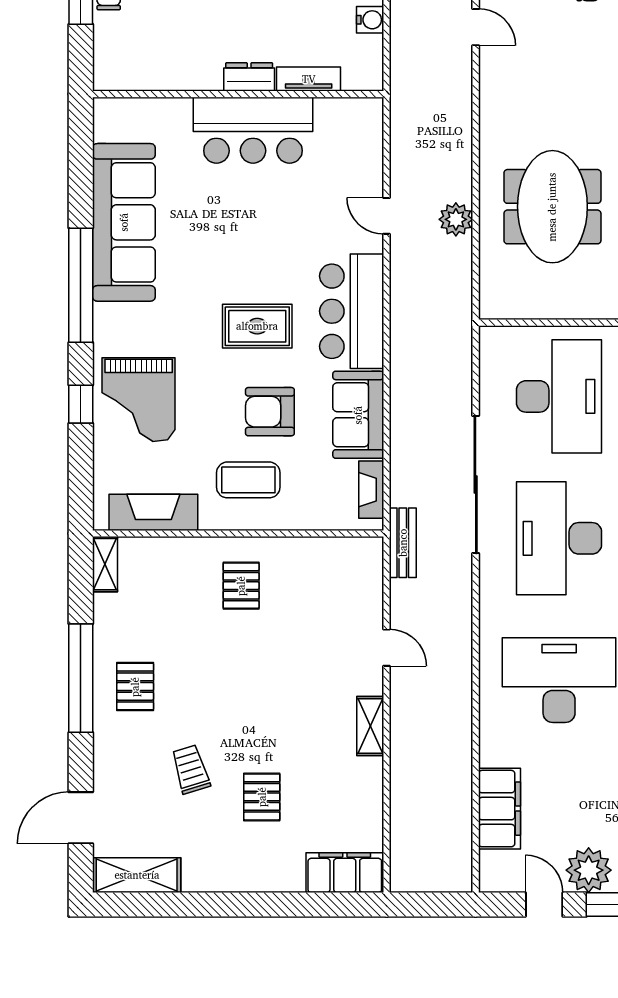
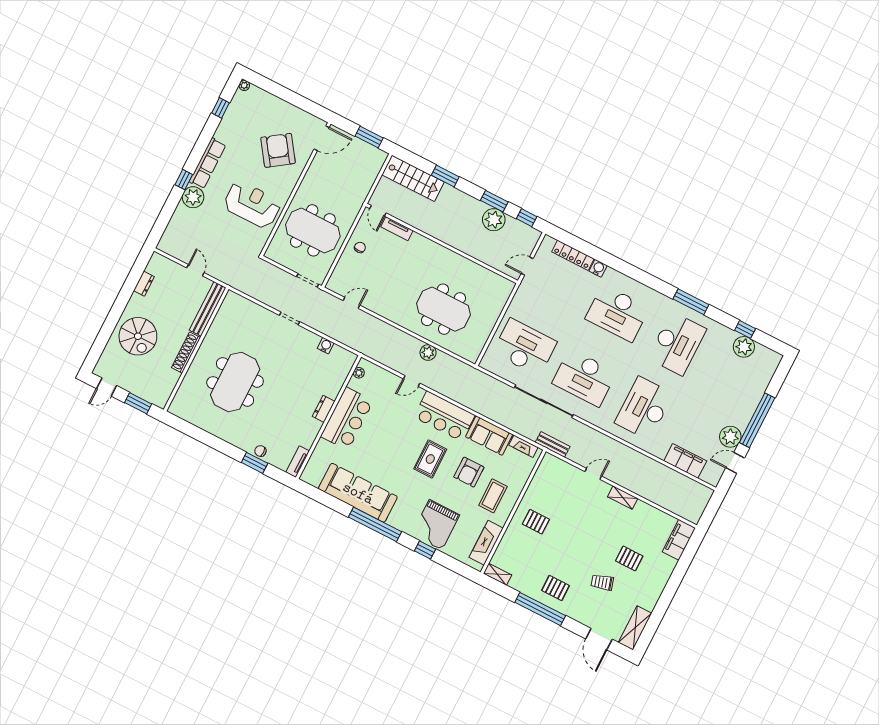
tv unit: (309, 79) -> (298, 462), moved
plant: (351, 108) -> (359, 373), added
grand piano: (139, 400) -> (436, 525), turned 90

